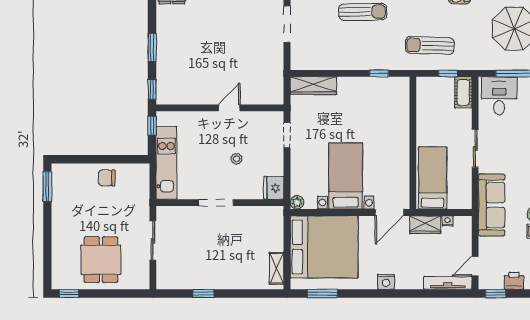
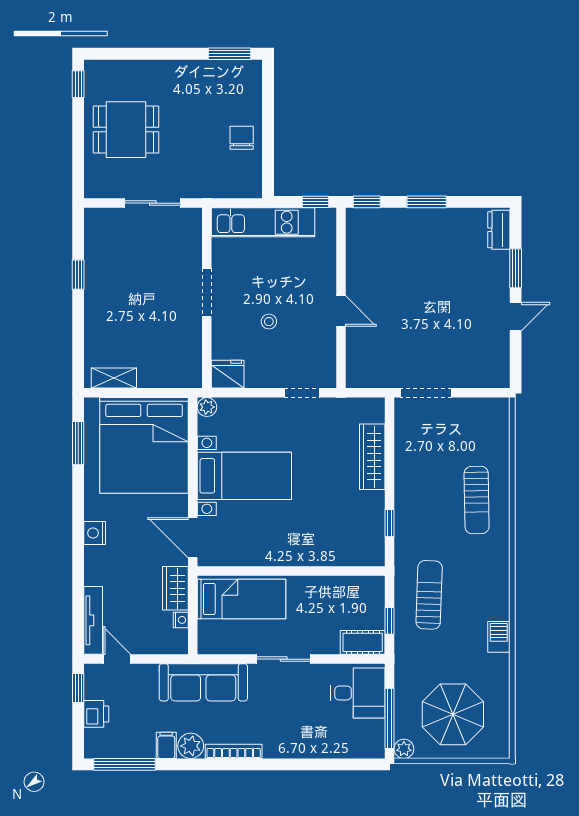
doorway: (287, 24) -> (426, 393), moved
wardrobe: (313, 86) -> (372, 457), moved

